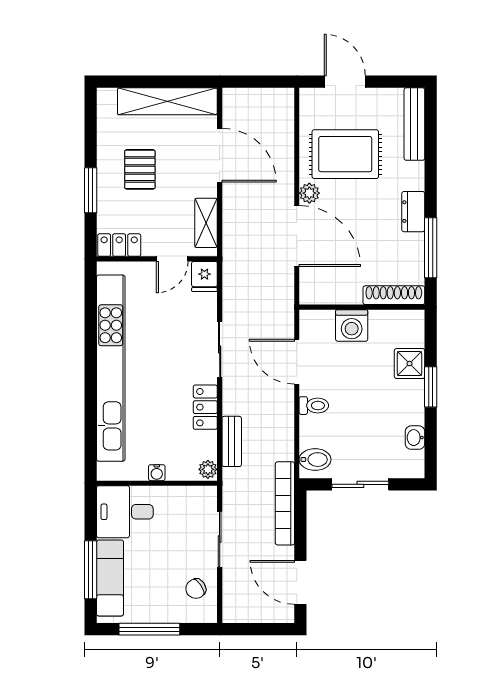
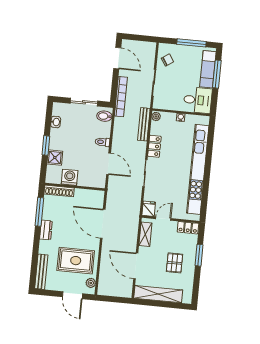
plant: (309, 193) -> (91, 283), moved
washing machine: (352, 325) -> (70, 177), moved
bench: (232, 441) -> (144, 124), width x1.36

